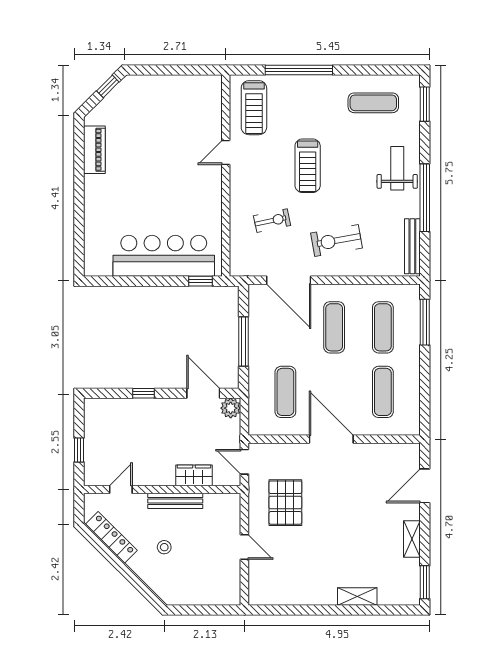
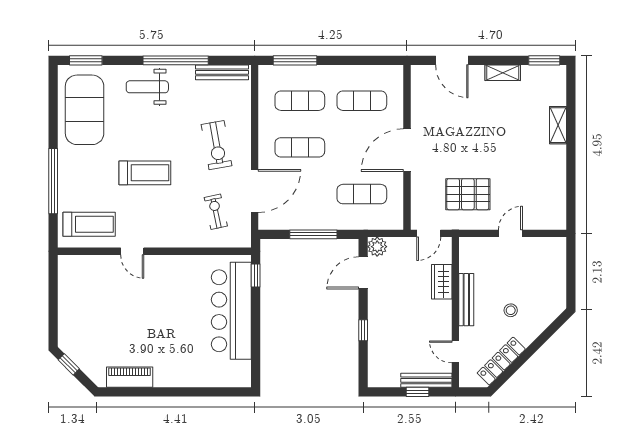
exercise mat: (373, 103) -> (85, 110), width x2.00, depth x1.45
exercise bike: (272, 221) -> (216, 212), moved
bench: (91, 459) -> (426, 380), added

